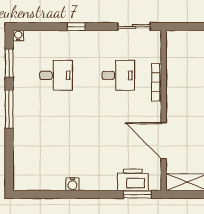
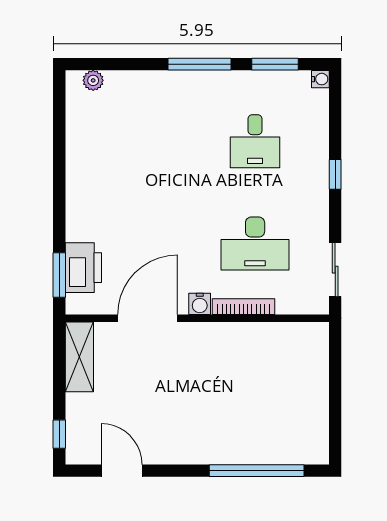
desk: (118, 75) -> (255, 244), width x1.37
plant: (19, 174) -> (93, 80), added
water cooler: (72, 184) -> (200, 304), moved, turned -90

